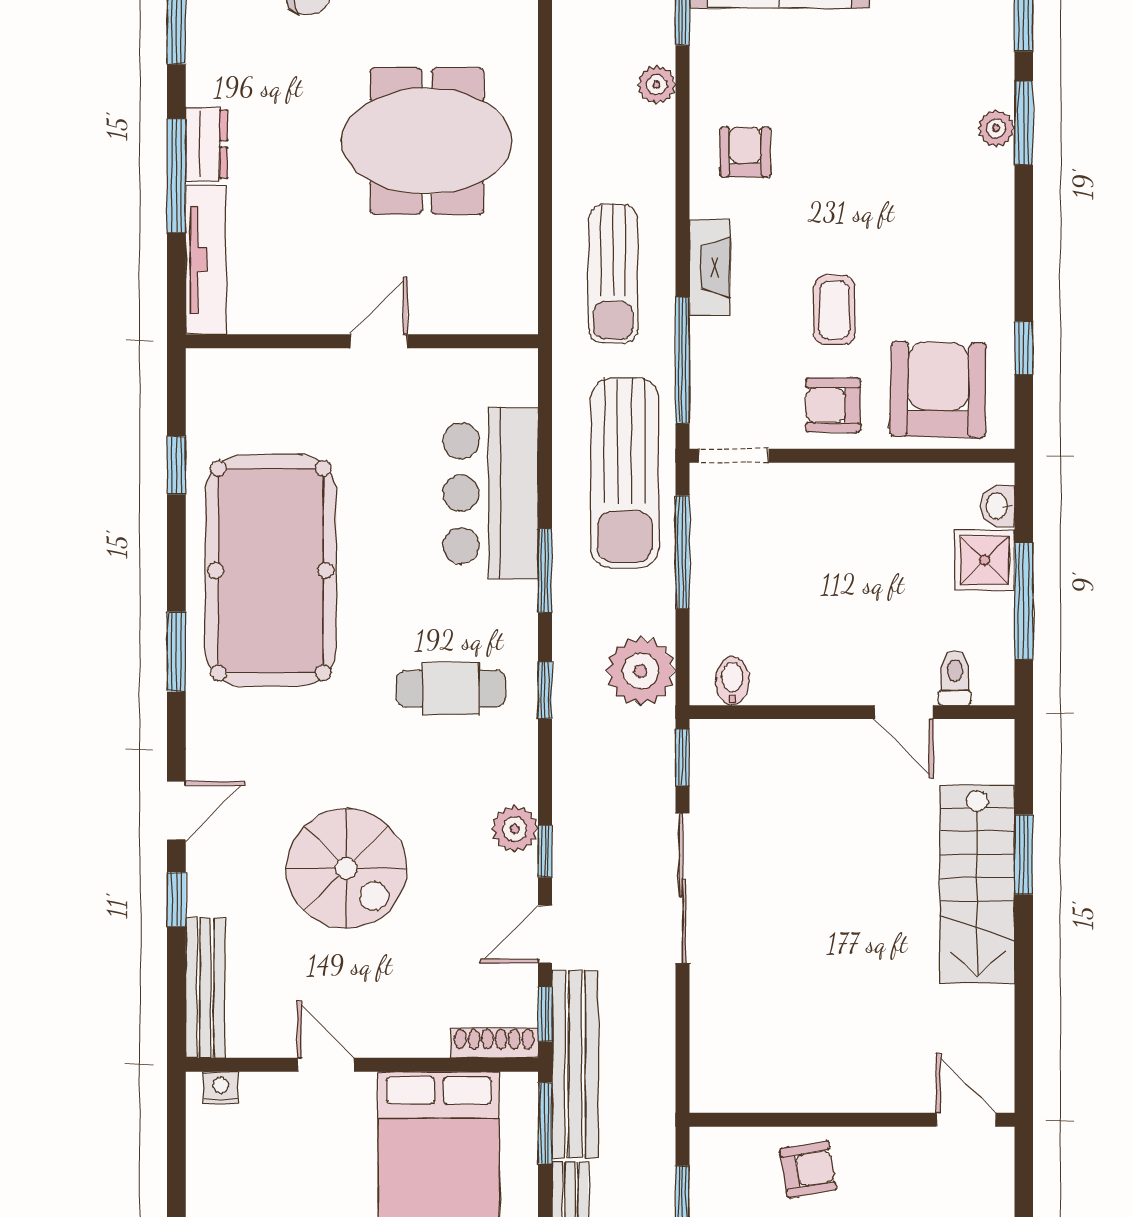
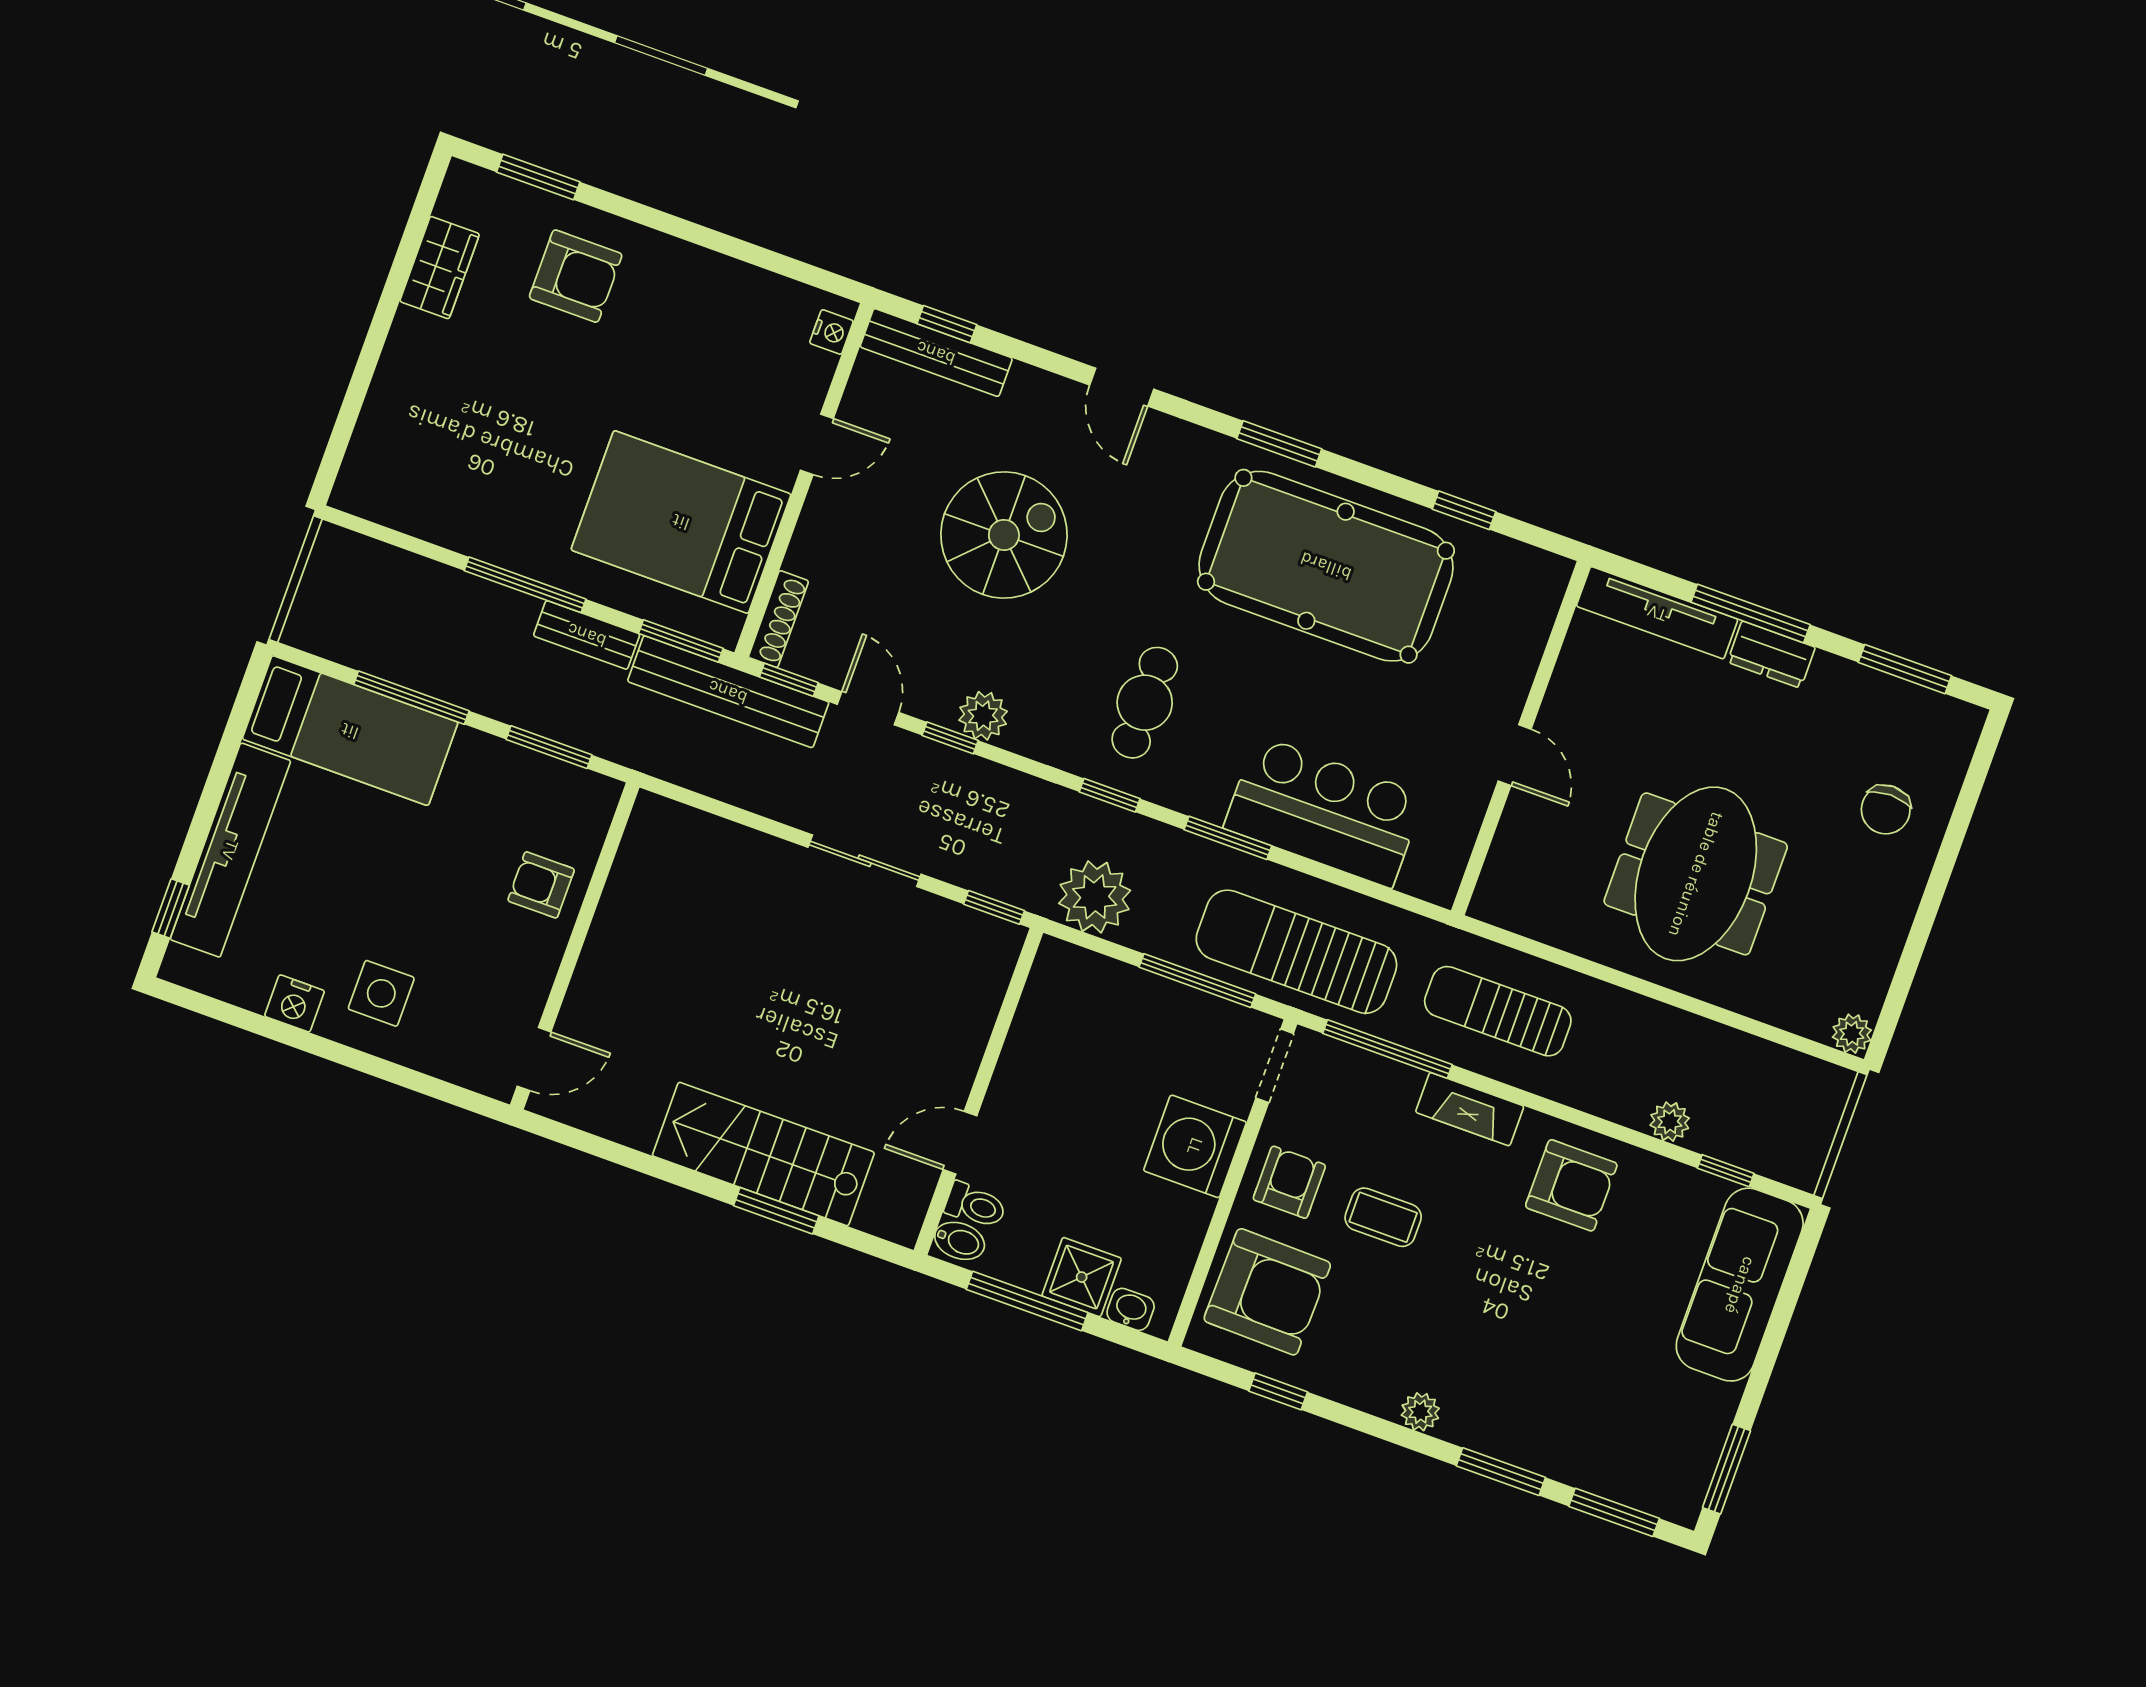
plant: (996, 128) -> (1420, 1412), moved
armchair: (745, 152) -> (1571, 1185), width x1.38, depth x1.38
washing machine: (831, 501) -> (1195, 1146), added
bidet: (732, 681) -> (960, 1241), moved
spiral stairs: (346, 868) -> (1004, 535), turned 180
sliding door: (682, 888) -> (865, 861), width x0.73
window: (176, 899) -> (947, 324), moved
armchair: (808, 1169) -> (541, 885), turned 100

